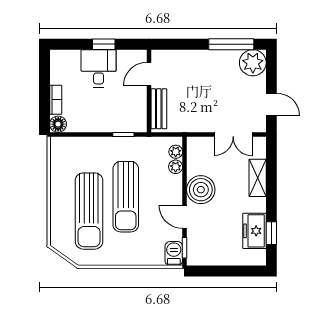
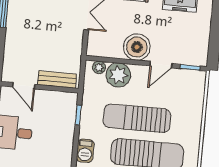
plant: (176, 167) -> (118, 75), width x1.87, depth x1.87
sun lounger: (126, 197) -> (137, 118), turned 180
barbecue: (174, 254) -> (85, 151), moved, turned -90

